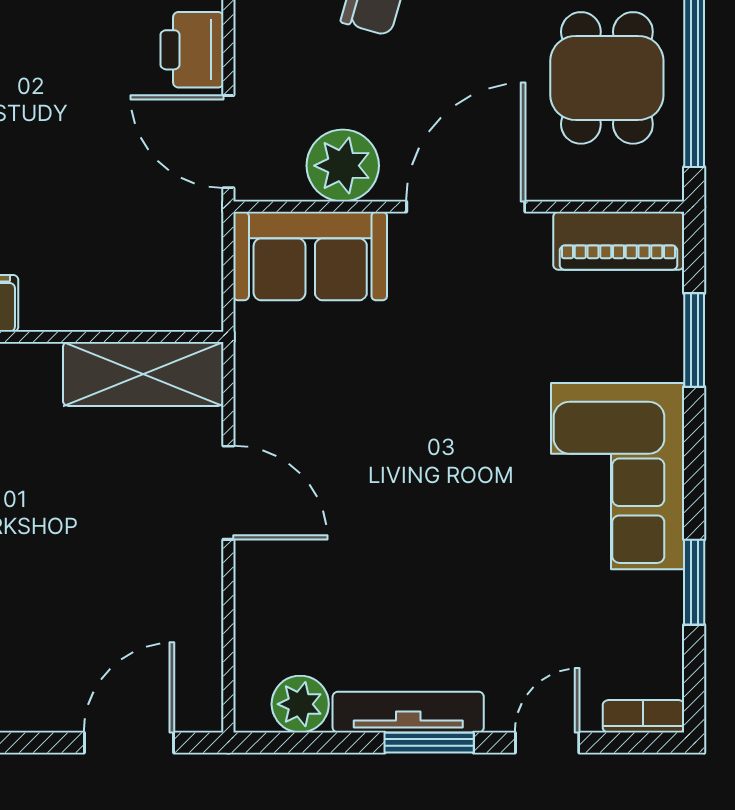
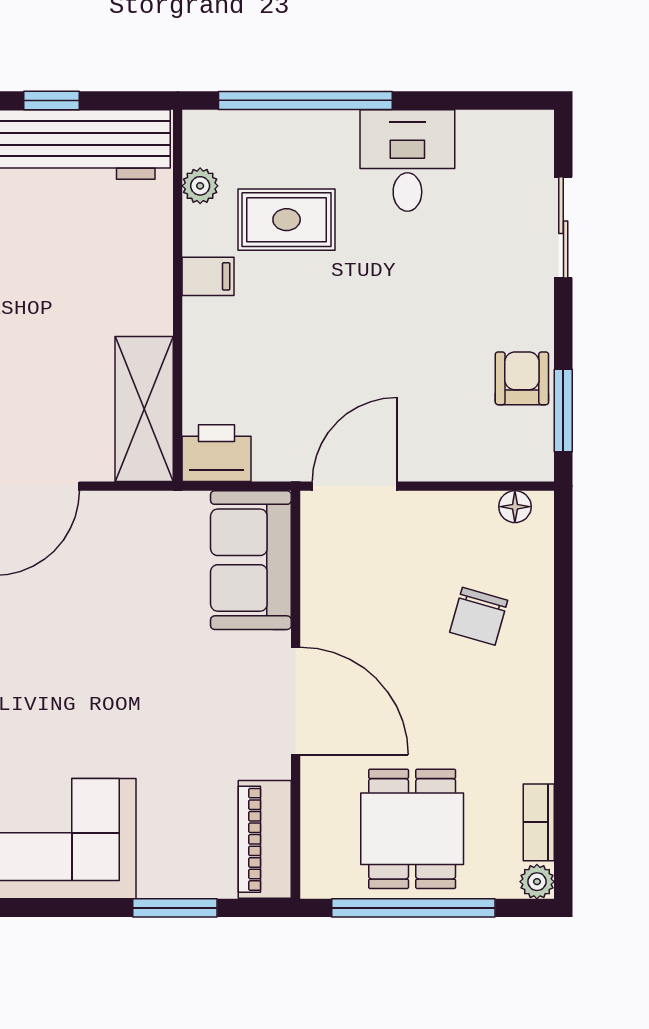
printer: (192, 50) -> (217, 453), moved
dining table: (607, 78) -> (412, 829), turned 90
plant: (343, 166) -> (333, 590), removed

